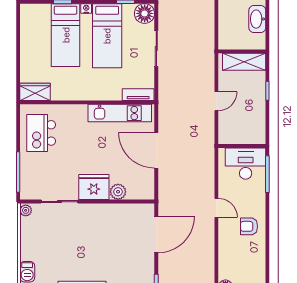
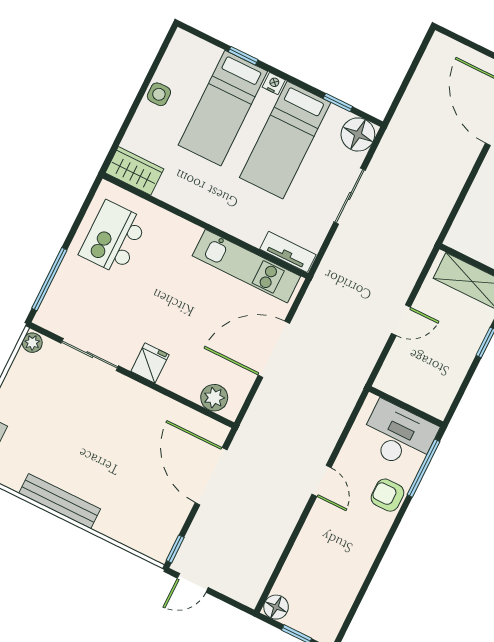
side table: (28, 45) -> (159, 94), added
door: (156, 150) -> (274, 349), hinge flipped
fridge: (94, 187) -> (150, 363), width x0.53, depth x0.75
plant: (118, 192) -> (214, 398), moved
armchair: (249, 226) -> (387, 495), moved
door: (156, 234) -> (211, 476), swing flipped

